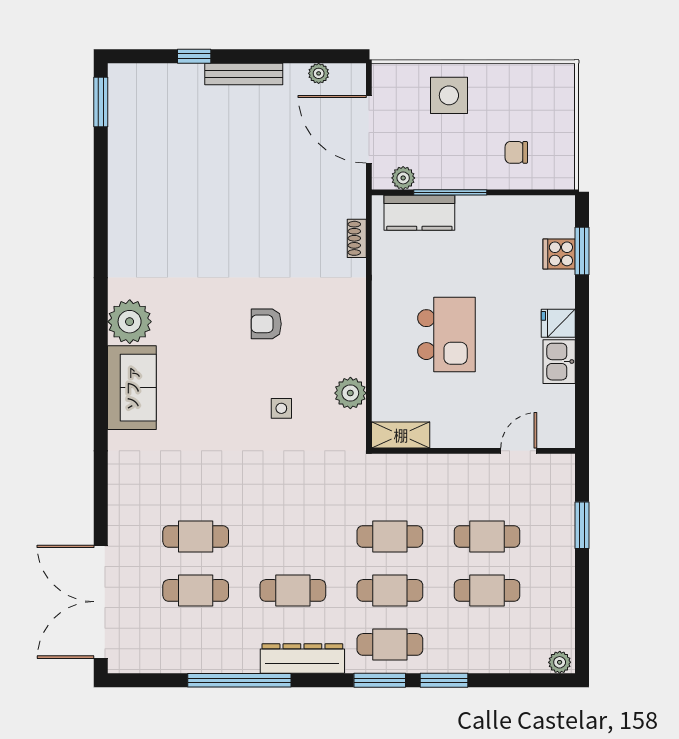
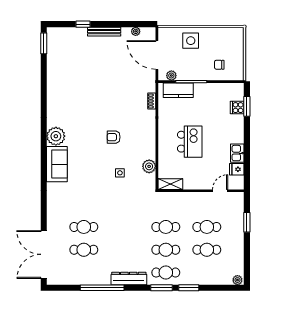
fridge: (558, 323) -> (237, 169), moved
cafe table: (293, 590) -> (125, 250), removed

